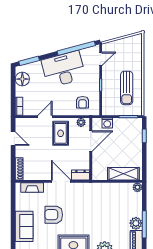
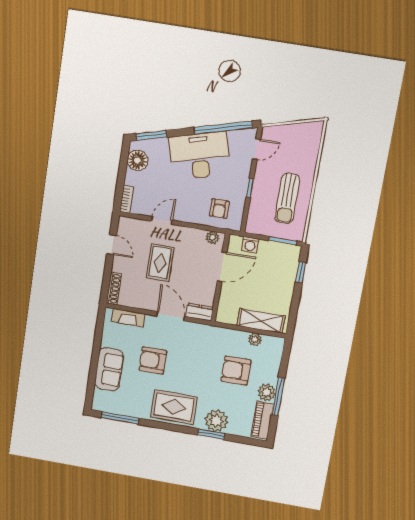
rug: (61, 133) -> (160, 263), moved
plant: (137, 187) -> (255, 339), moved
armchair: (112, 212) -> (236, 371), added

